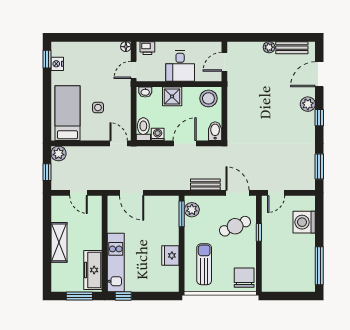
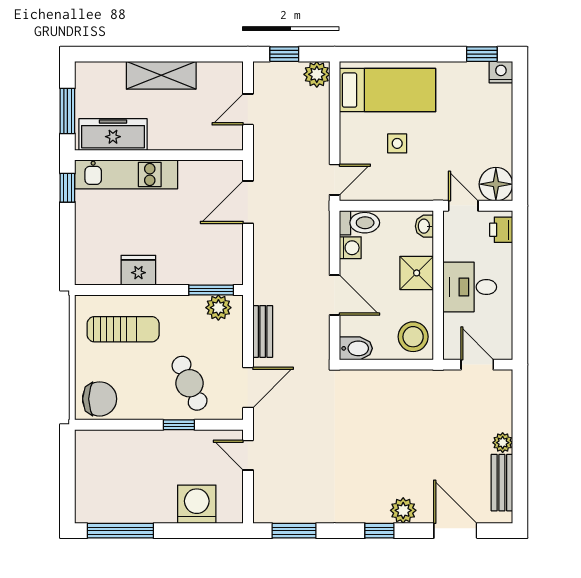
floor lamp: (126, 47) -> (496, 184), width x1.89, depth x1.89
nightstand: (57, 64) -> (501, 72), moved

